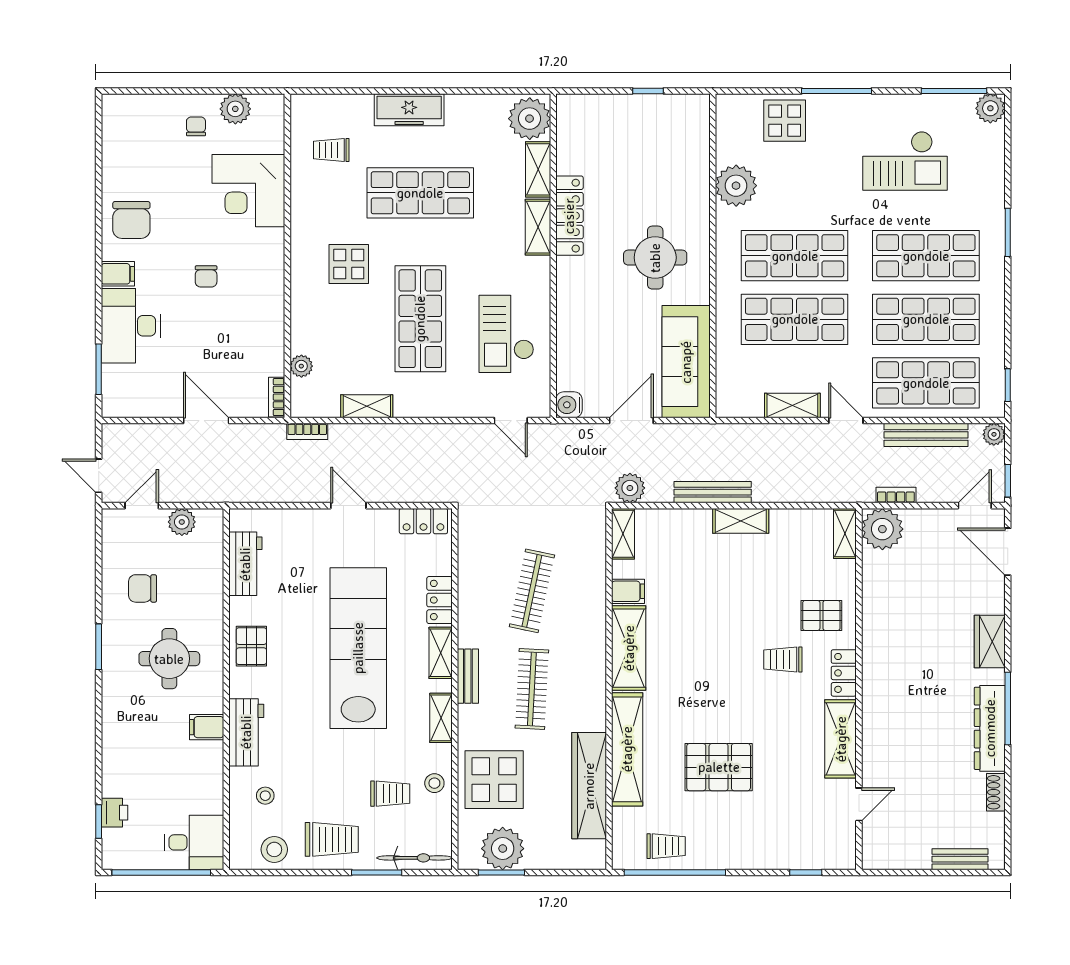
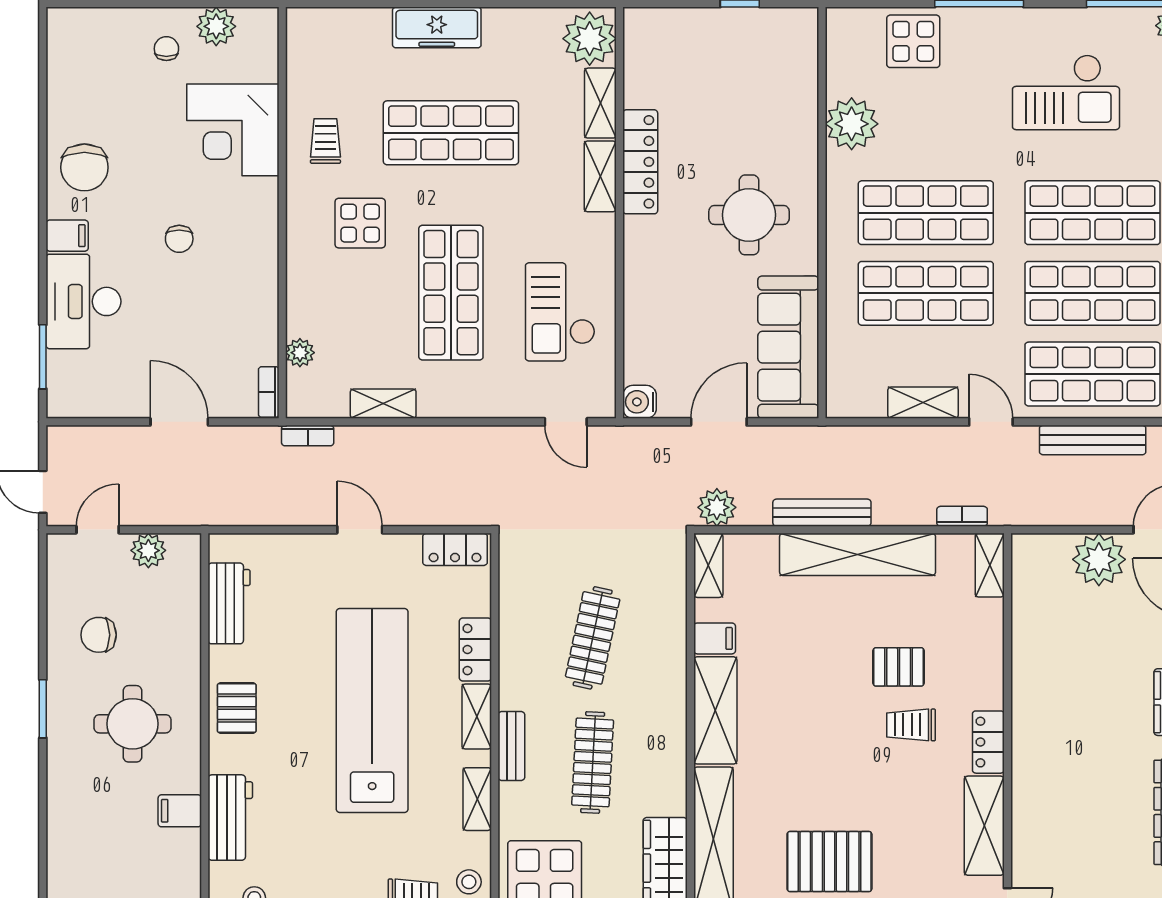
trolley: (331, 150) -> (325, 141), moved, turned 90
bookcase: (896, 495) -> (962, 516), moved
shelving: (741, 521) -> (858, 554), width x2.20, depth x1.33
plant: (882, 529) -> (1099, 559), moved
pallet: (821, 615) -> (899, 667), moved

